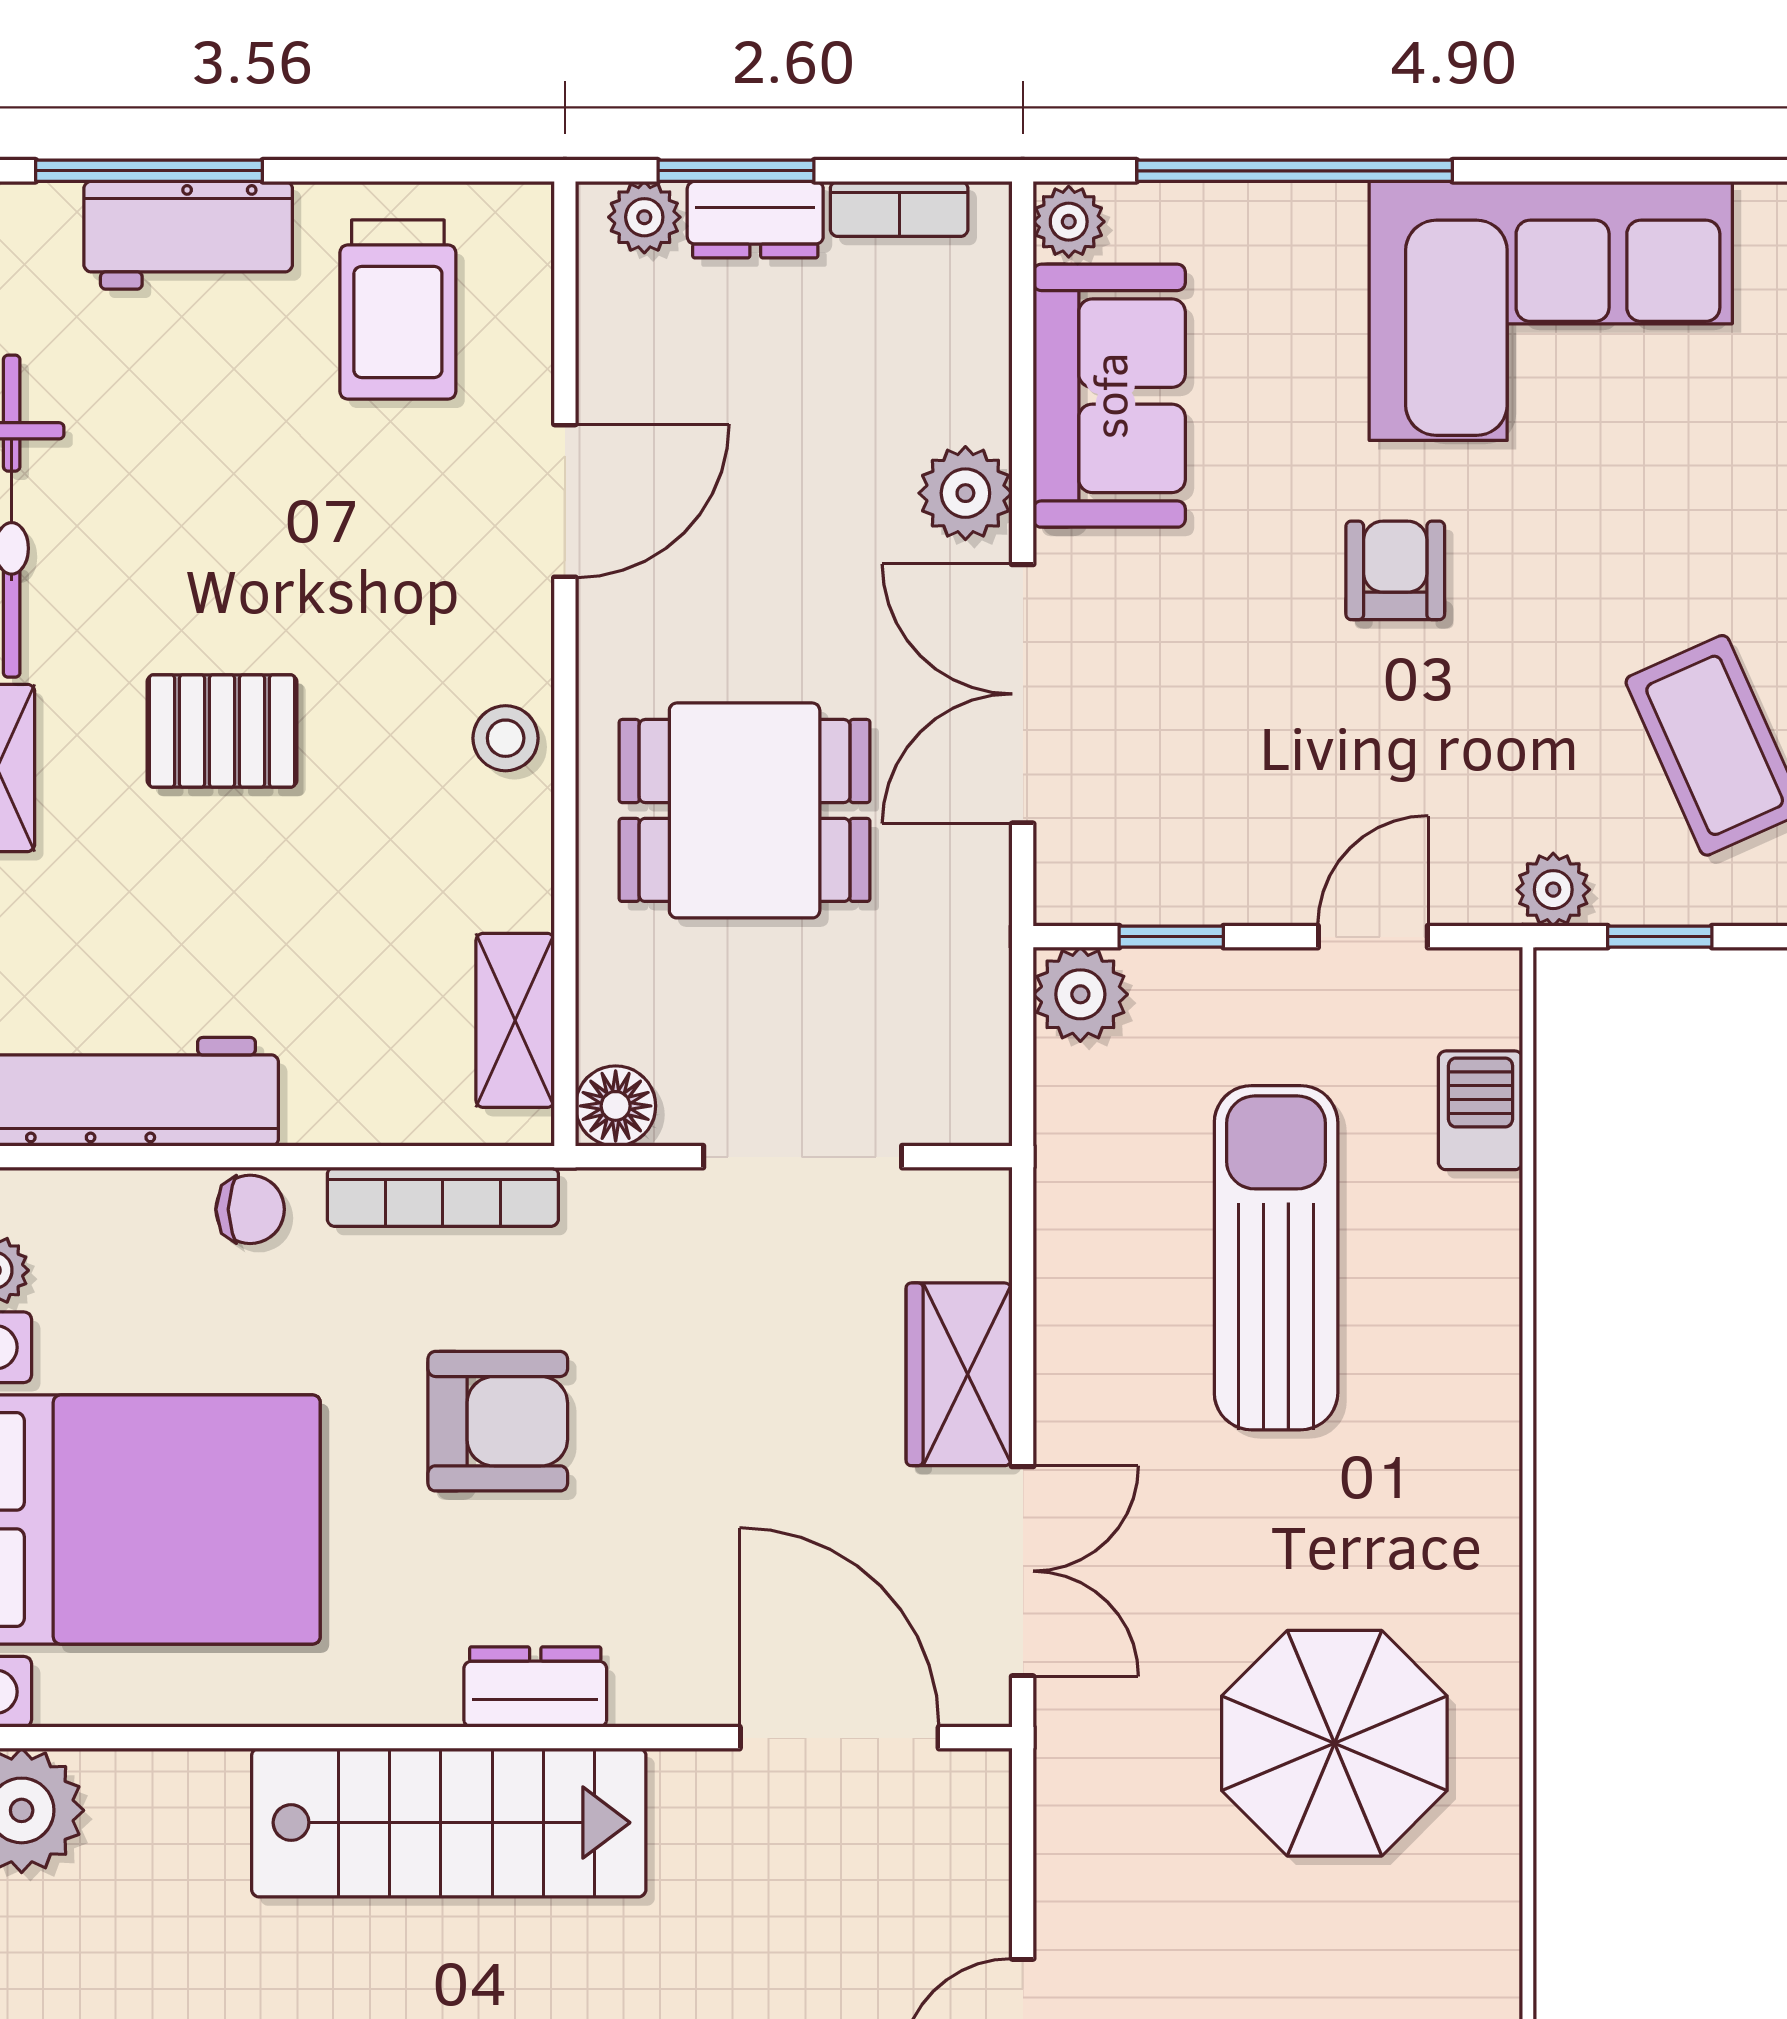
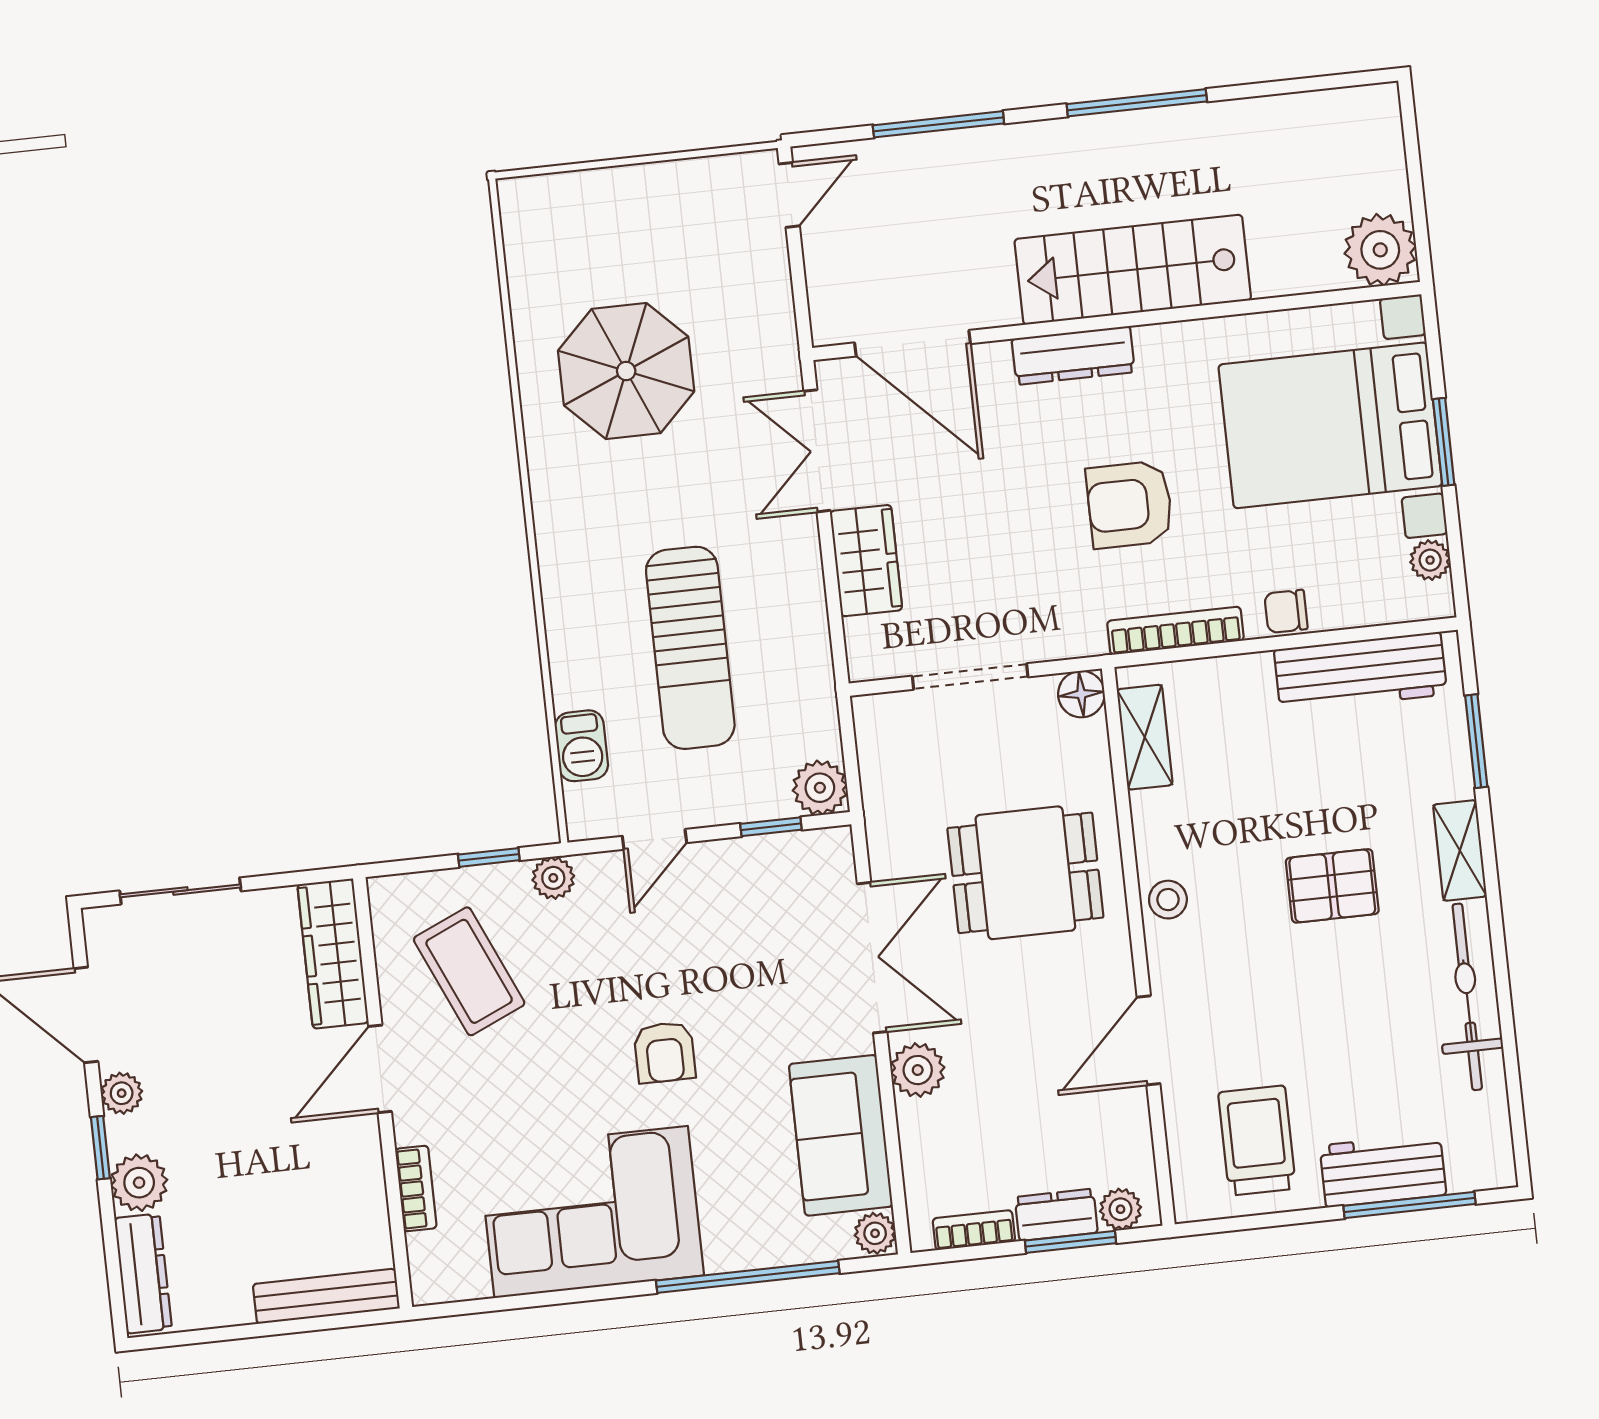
dresser: (535, 1687) -> (1073, 355), width x1.44

